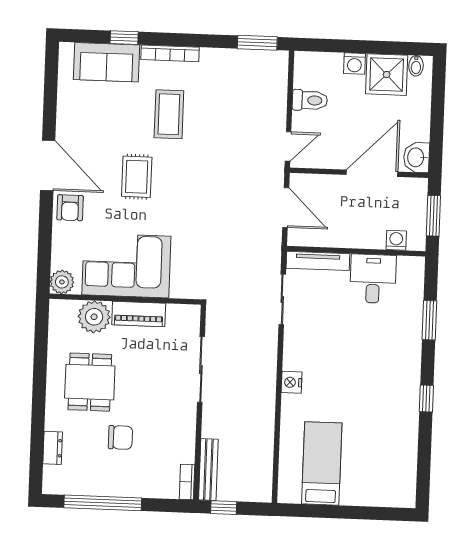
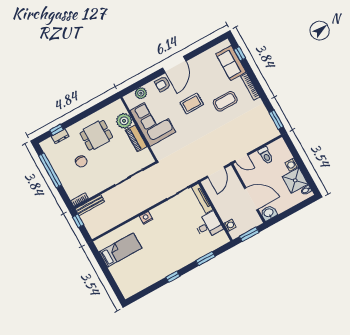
window: (124, 38) -> (240, 54), moved
plant: (62, 282) -> (141, 93), moved
window: (37, 447) -> (57, 130), added

